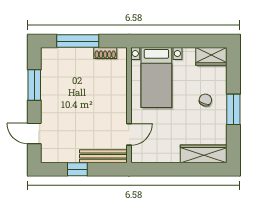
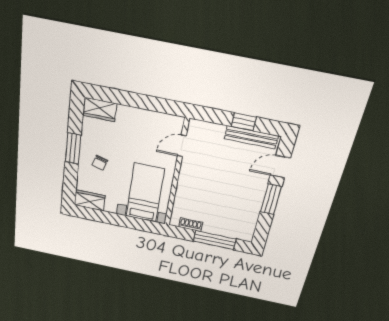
window: (34, 85) -> (271, 199), moved
door: (34, 134) -> (280, 167), swing flipped
wardrobe: (204, 154) -> (99, 109), width x0.67
bench: (103, 156) -> (251, 137), moved

